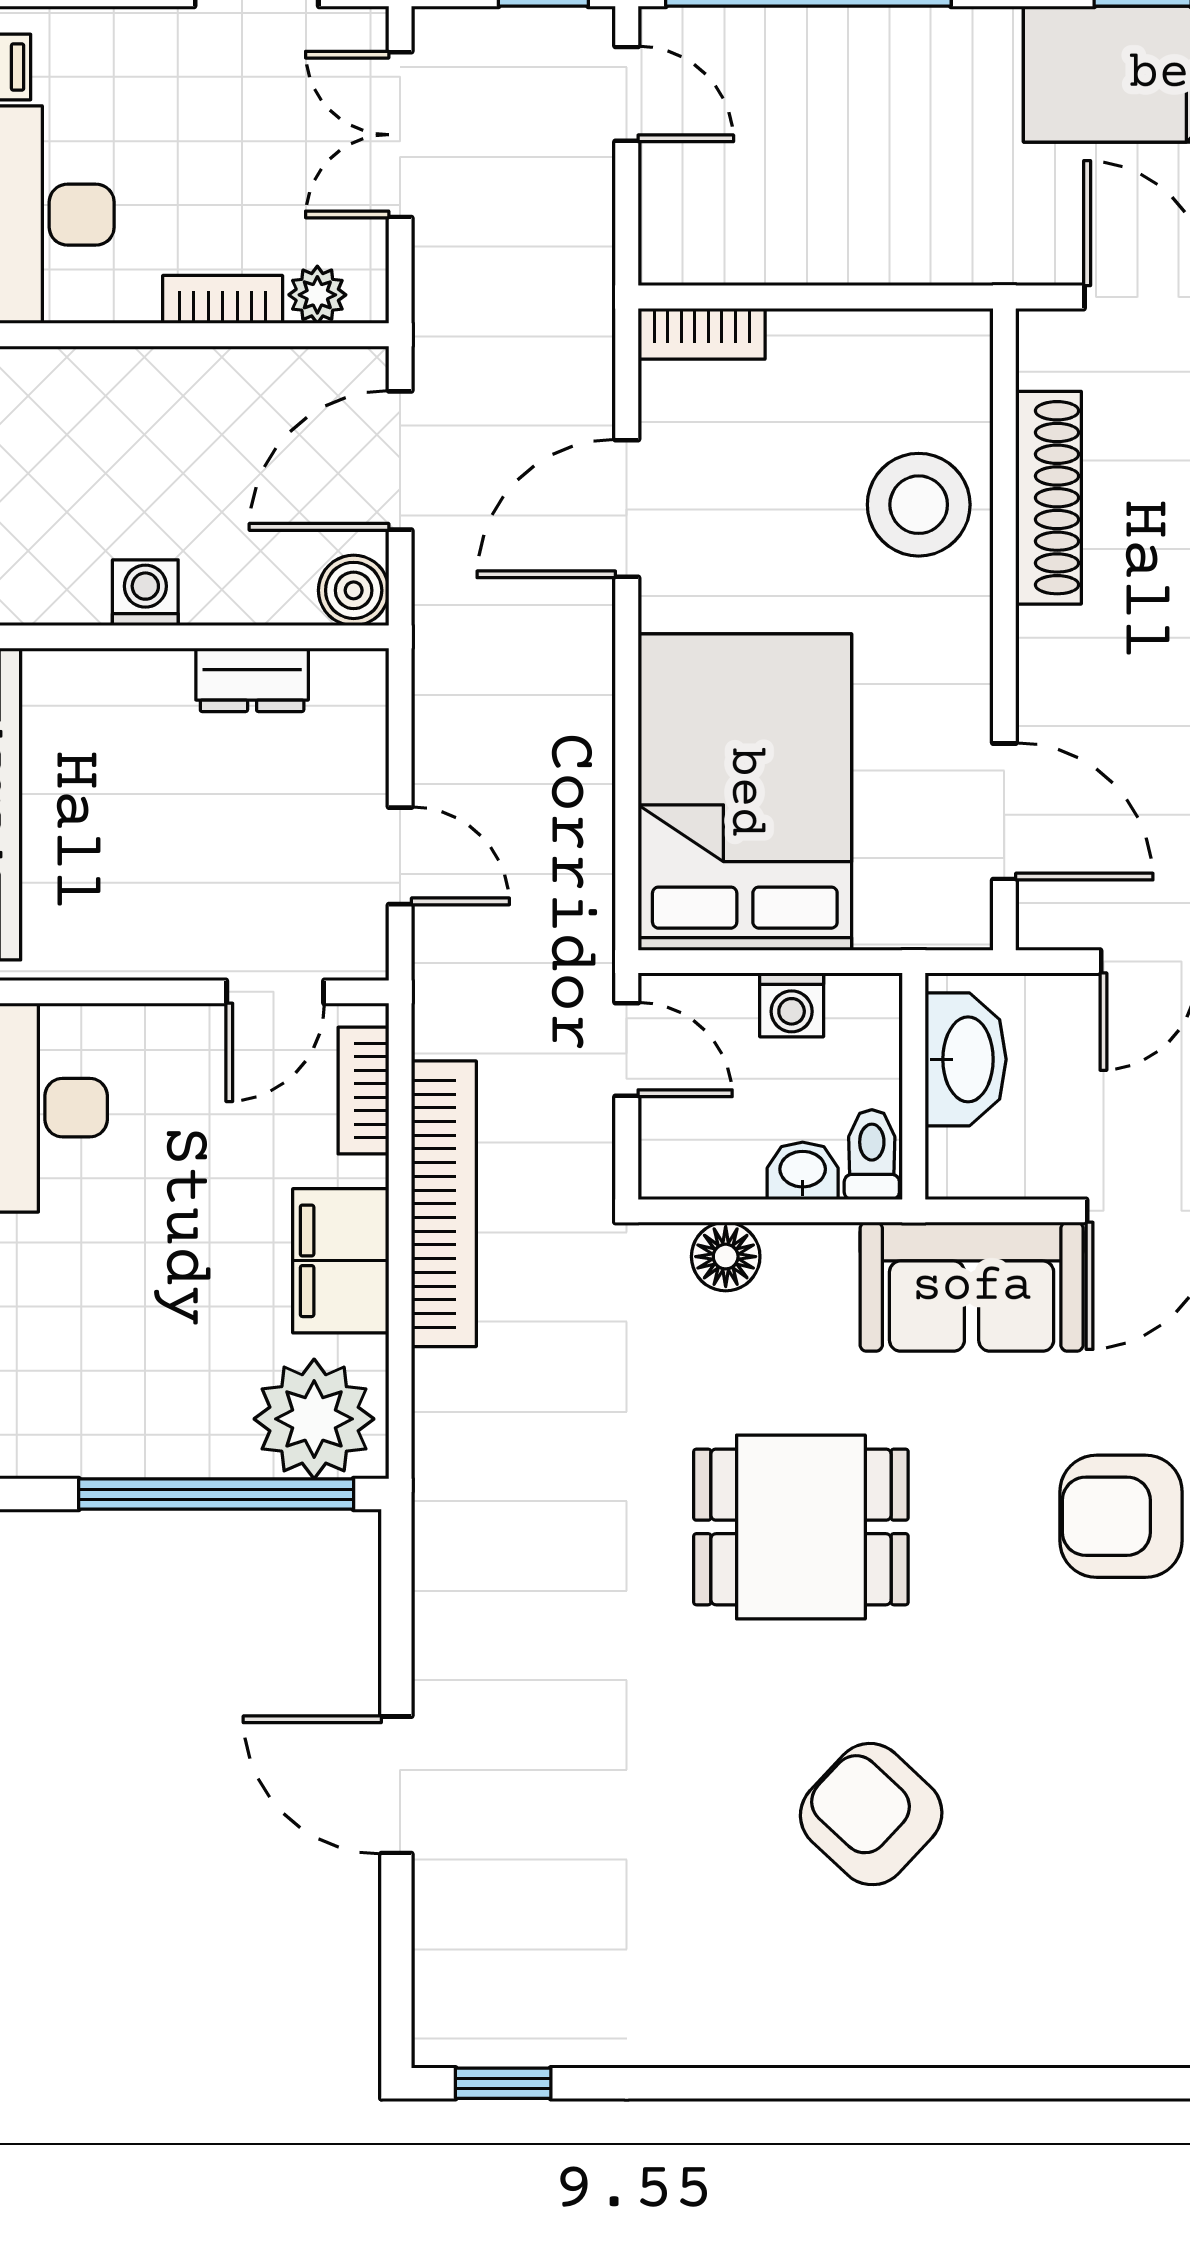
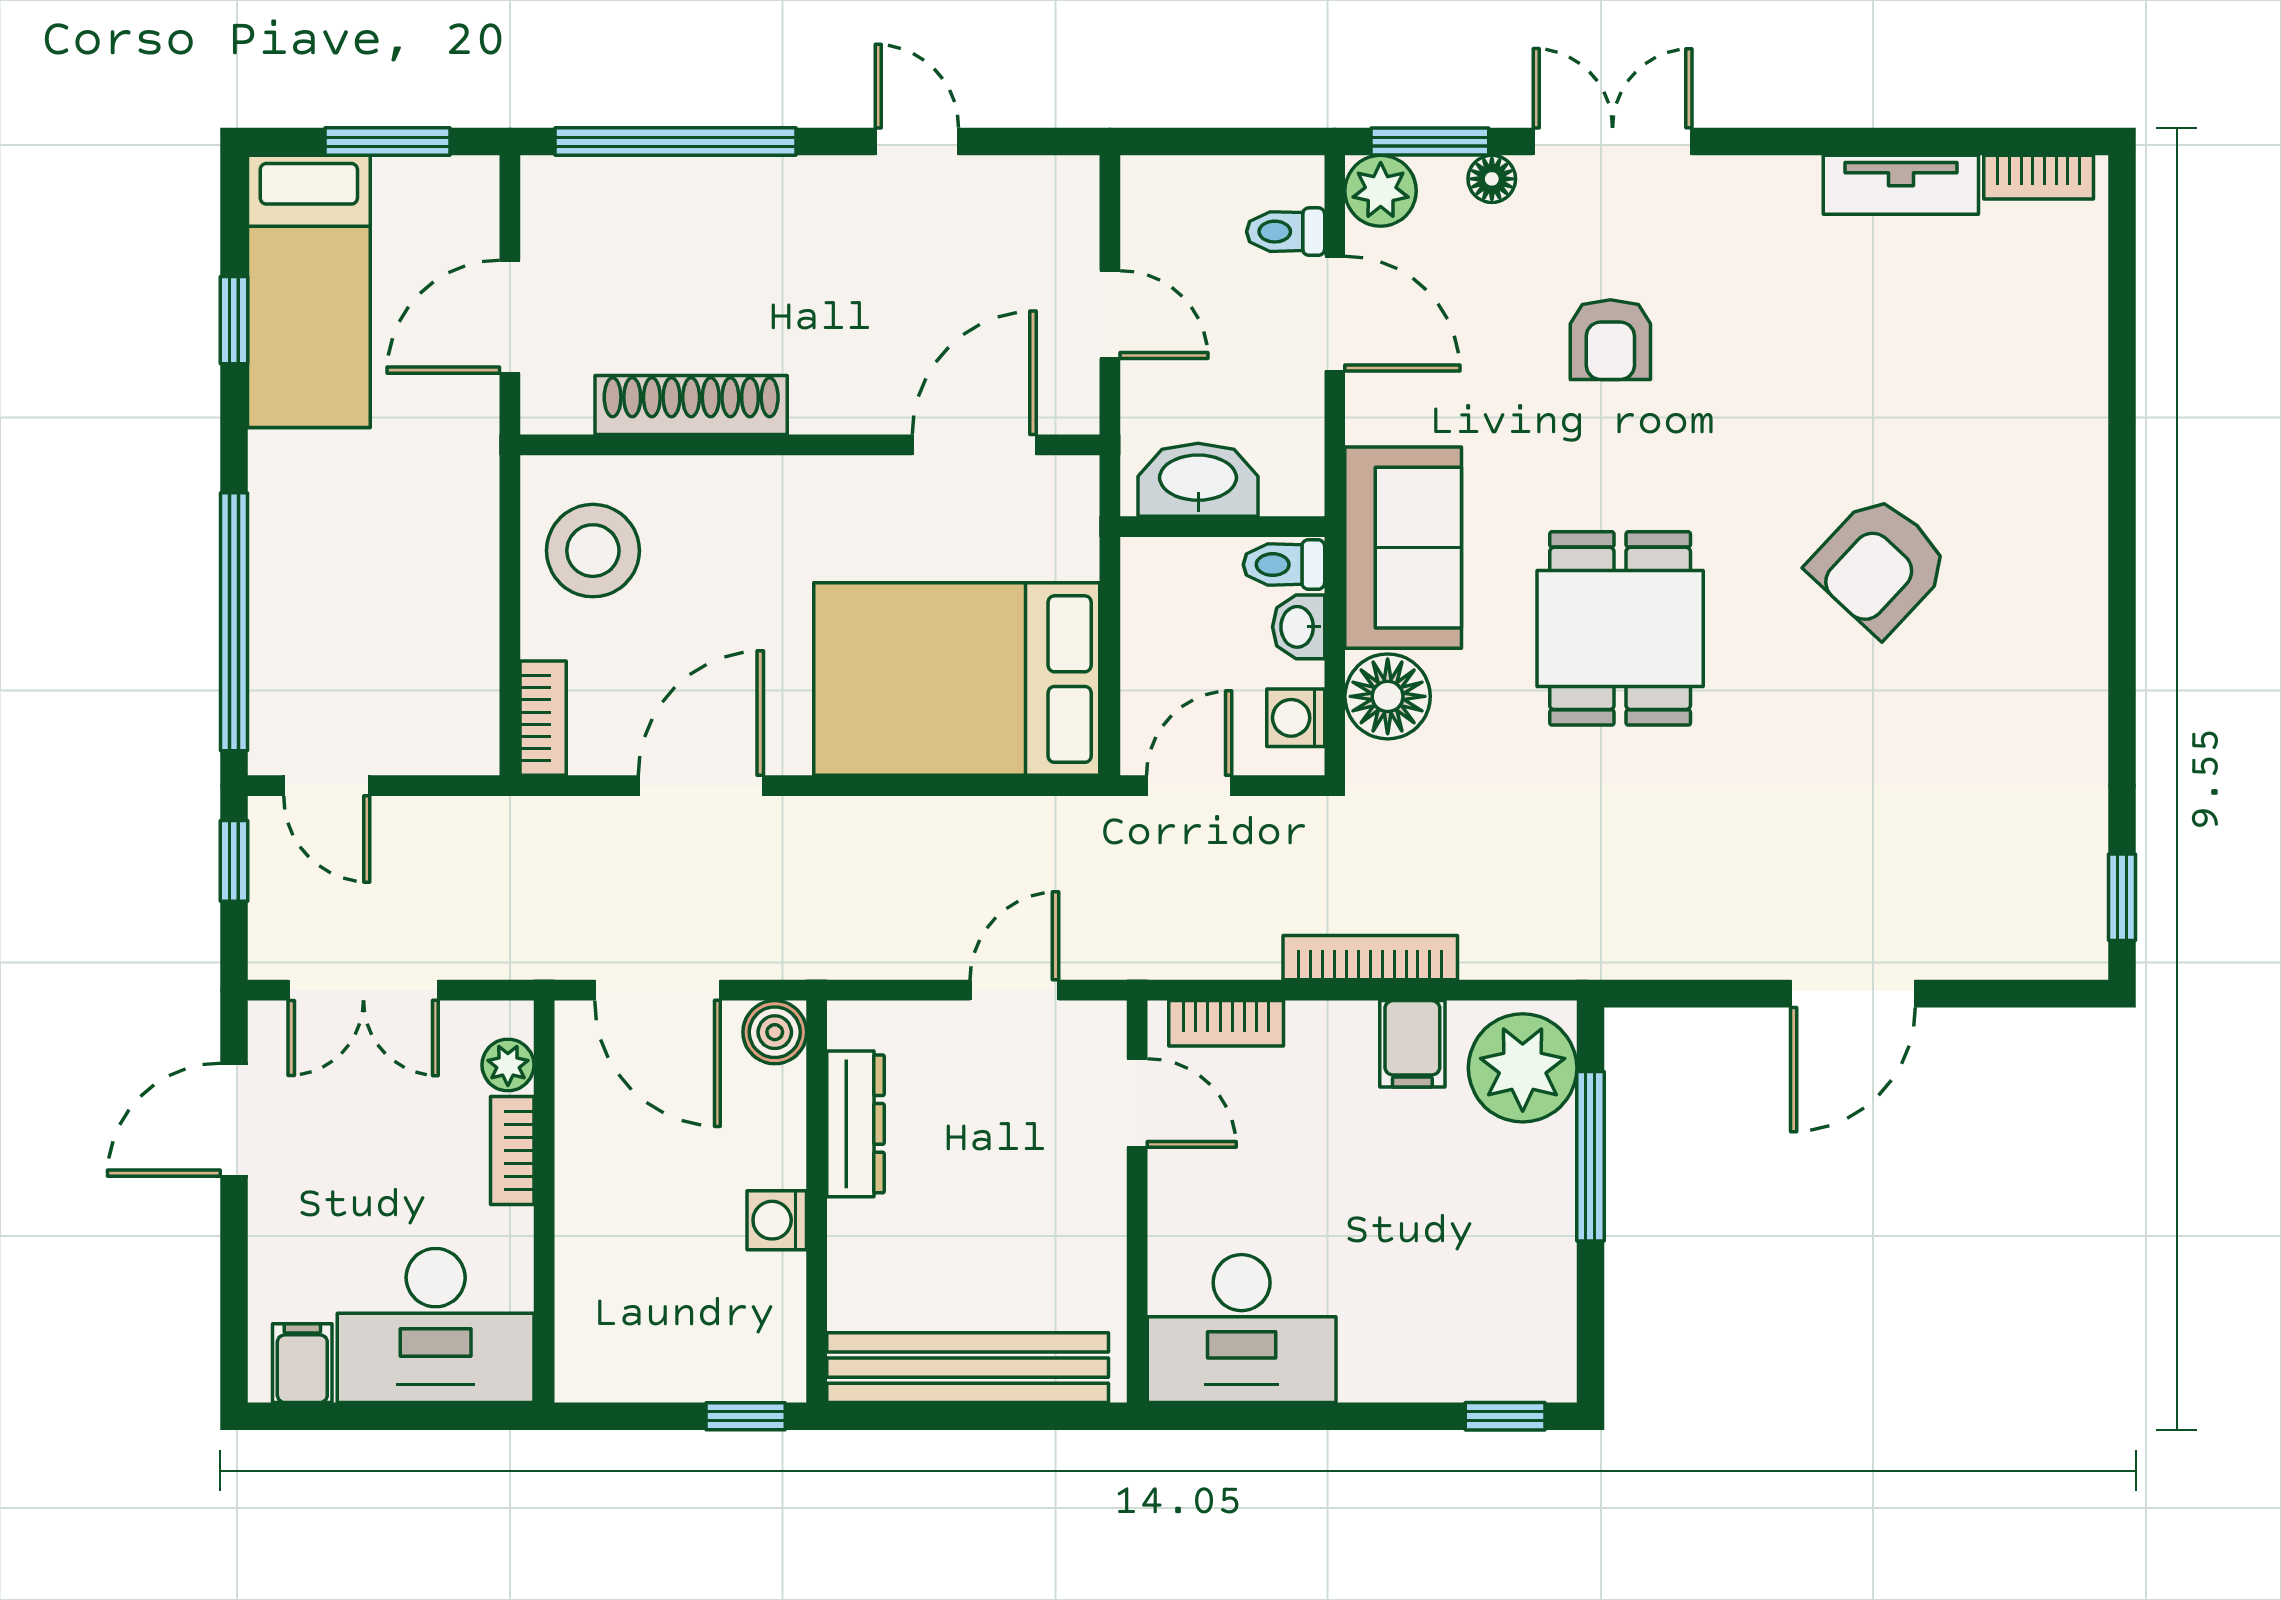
door: (627, 94) -> (327, 786), swing flipped
stool: (919, 505) -> (593, 551), moved
door: (627, 509) -> (701, 786), swing flipped
dresser: (252, 680) -> (855, 1124), width x1.44
washing machine: (792, 1005) -> (1296, 718), moved, turned 180
bookcase: (444, 1204) -> (1370, 958), width x0.68, depth x0.76
floor lamp: (726, 1257) -> (1388, 696), width x1.38, depth x1.38
filing cabinet: (341, 1261) -> (1412, 1044), width x0.50
sofa: (972, 1287) -> (1403, 548), moved
window: (216, 1494) -> (1590, 1156), width x0.68
armchair: (1121, 1516) -> (1610, 340), width x0.72, depth x0.72

